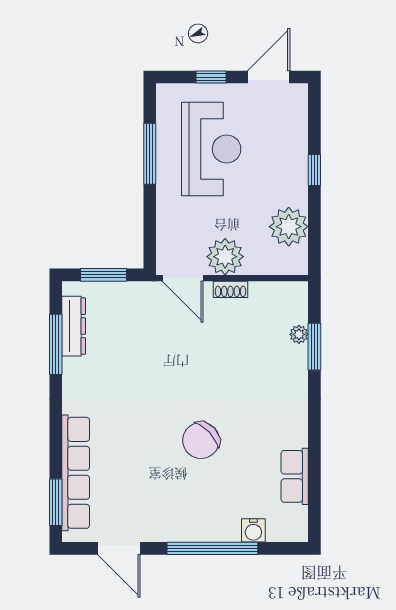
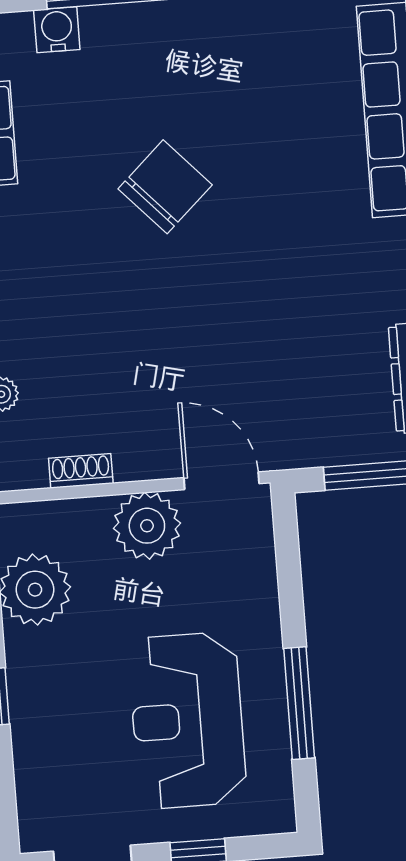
shoe rack: (230, 289) -> (81, 471), moved

